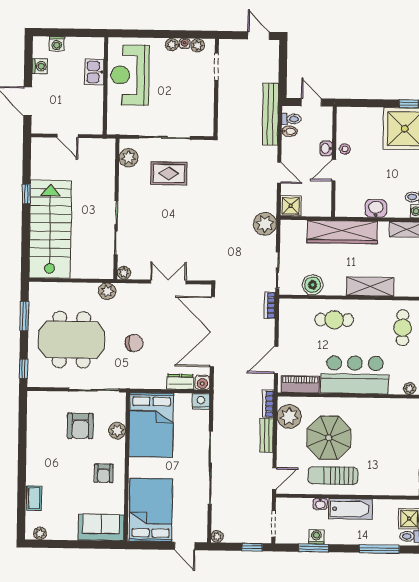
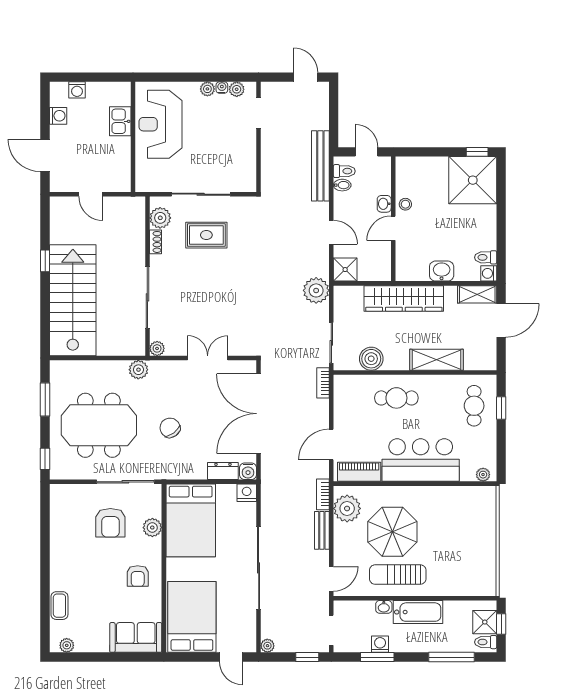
shoe rack: (124, 179) -> (156, 242), added
chair: (134, 343) -> (170, 428), turned -119

